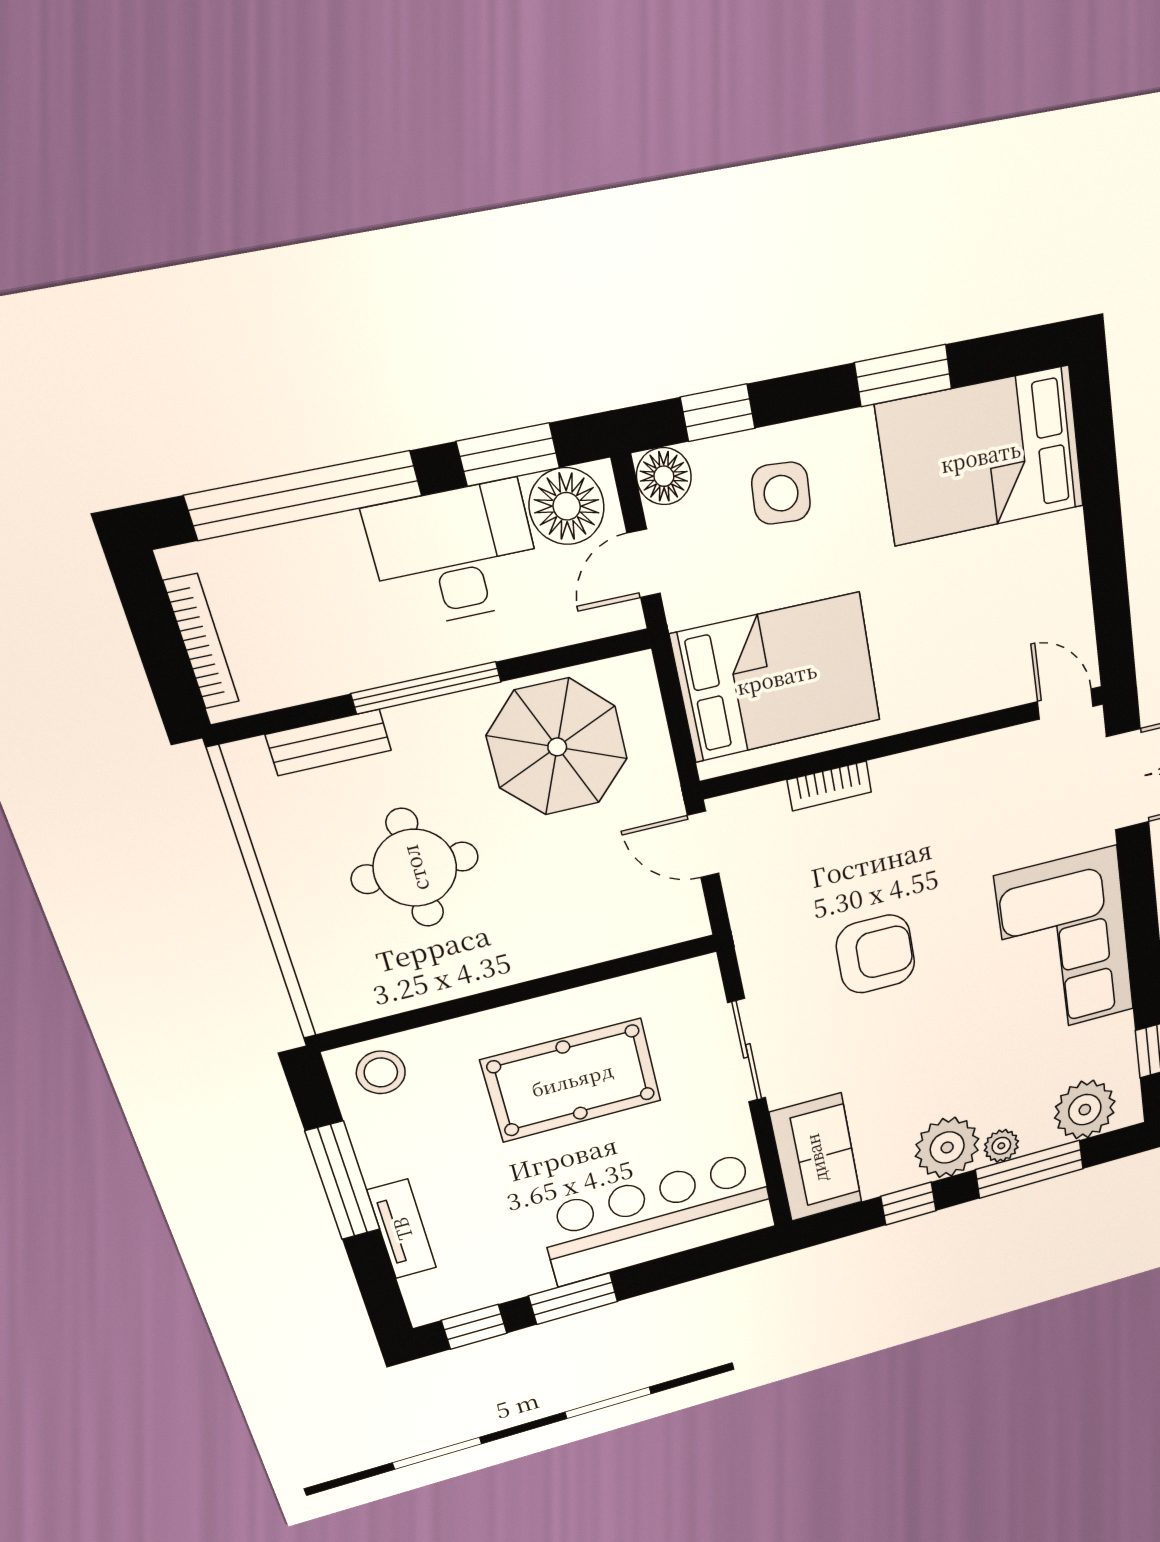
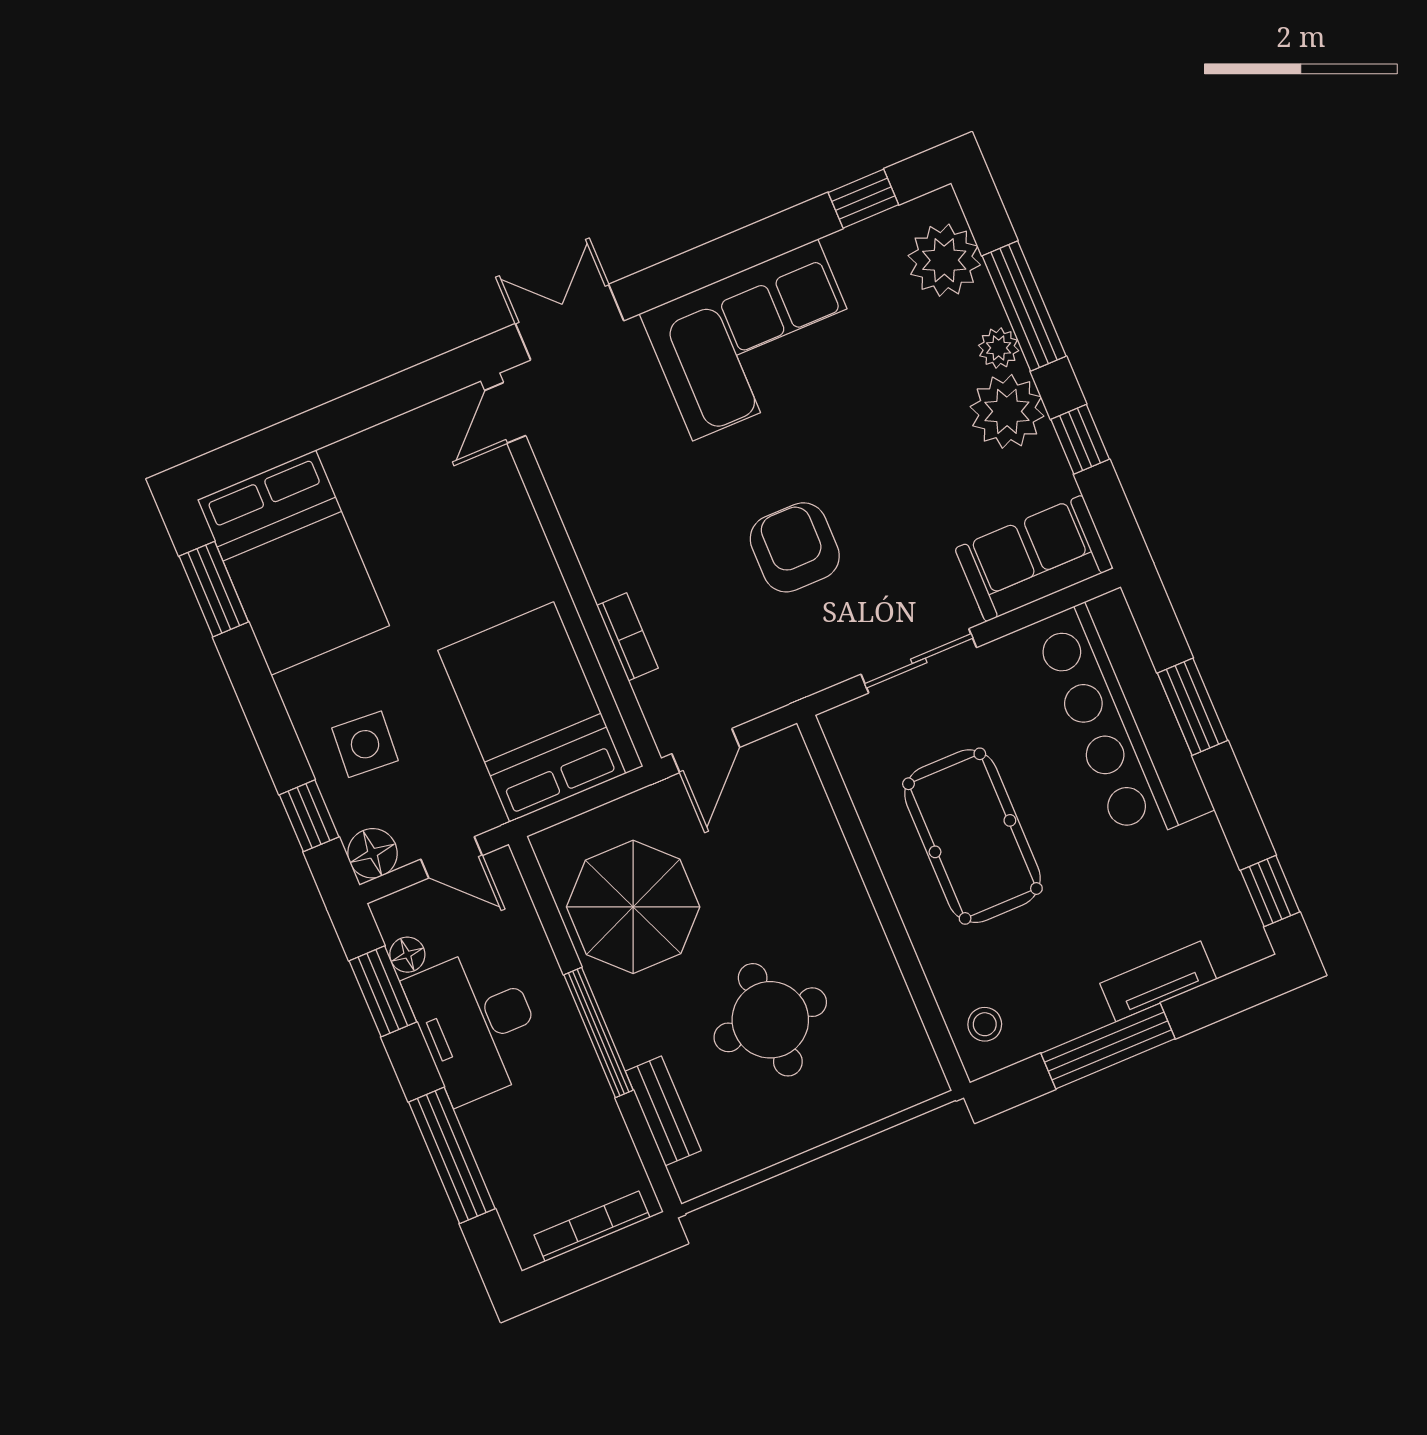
window: (903, 376) -> (214, 589), moved
window: (304, 495) -> (452, 1155), width x0.68
floor lamp: (567, 506) -> (407, 955), width x0.53, depth x0.53
stool: (381, 1072) -> (985, 1024), width x0.73, depth x0.73
window: (573, 1299) -> (1193, 707), moved

